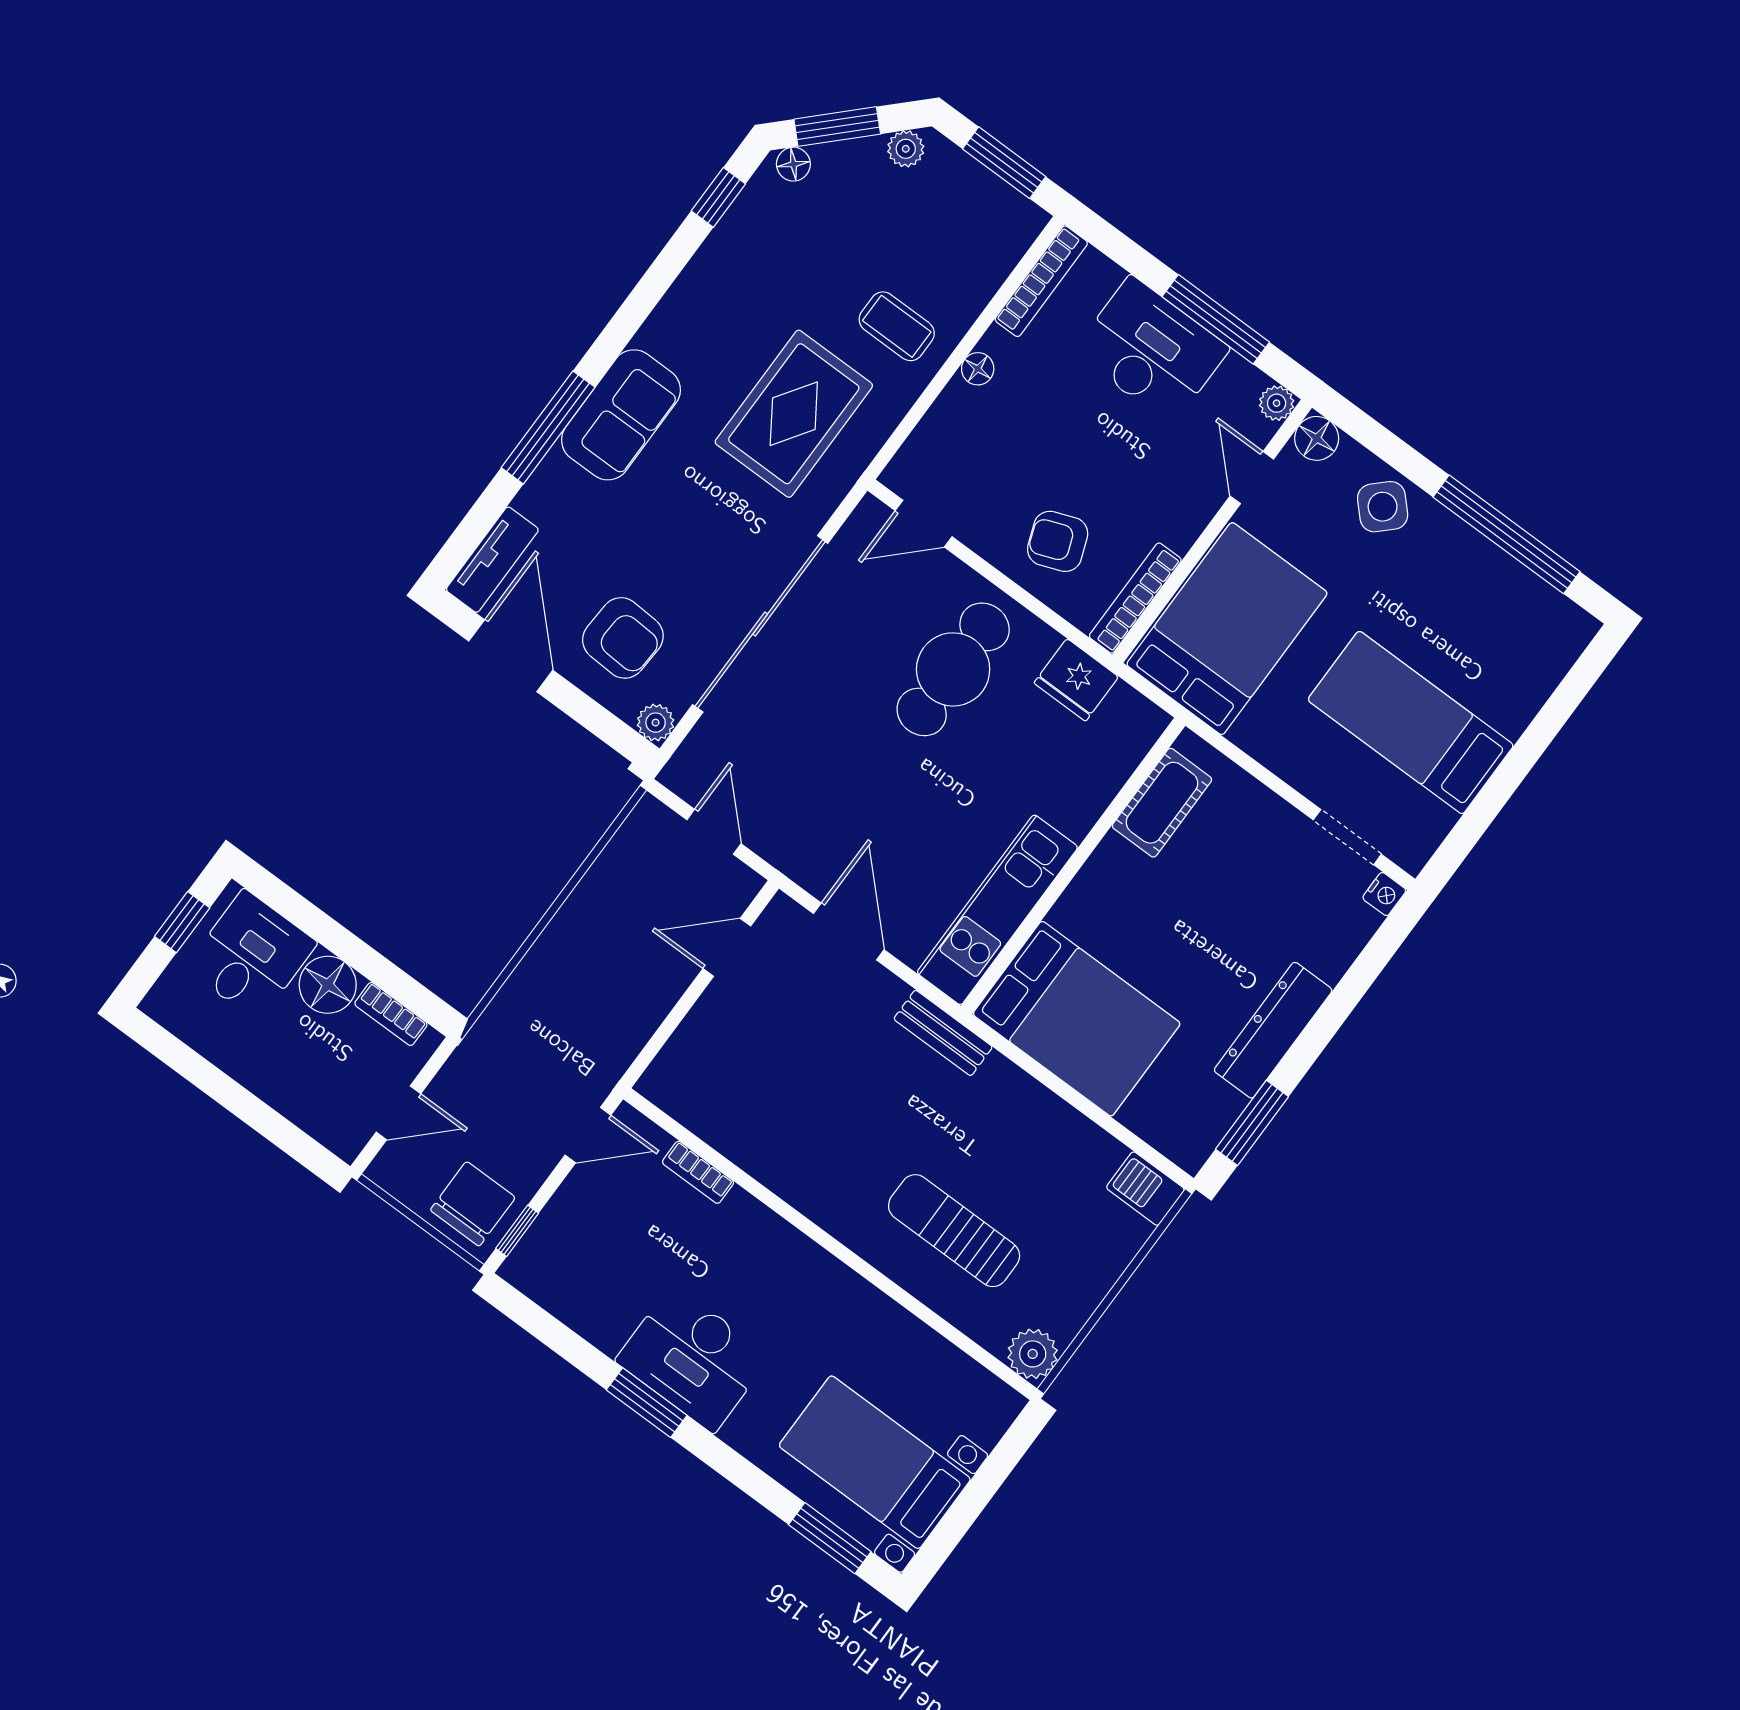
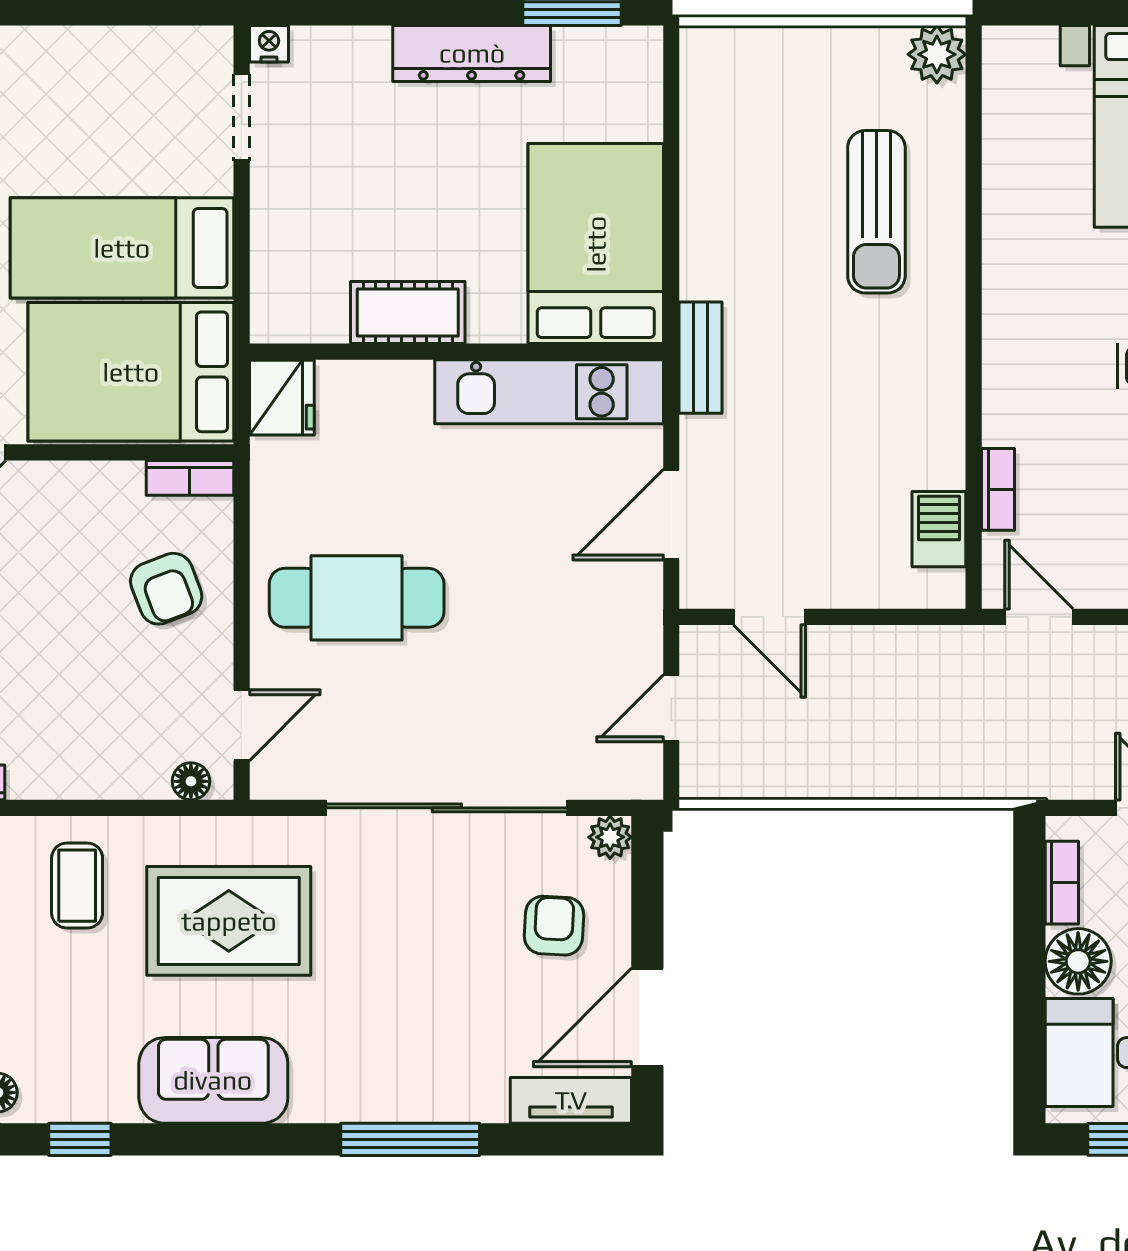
floor lamp: (978, 369) -> (191, 781), moved
sofa: (621, 415) -> (213, 1080), moved
door: (924, 524) -> (242, 725), hinge flipped
bookcase: (1135, 598) -> (190, 478), width x0.64
armchair: (623, 638) -> (554, 926), width x0.72, depth x0.72
fridge: (1076, 680) -> (282, 398), moved
bed: (1411, 723) -> (122, 248), moved, turned 90
cot: (1162, 803) -> (408, 313), moved
barbecue: (1145, 1189) -> (939, 529), moved, turned 180

